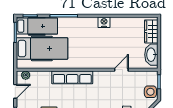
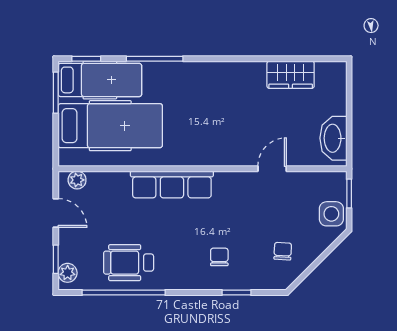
nightstand: (104, 22) -> (237, 72), removed
wardrobe: (151, 31) -> (291, 75), moved, turned -90
door: (15, 91) -> (56, 213), hinge flipped

